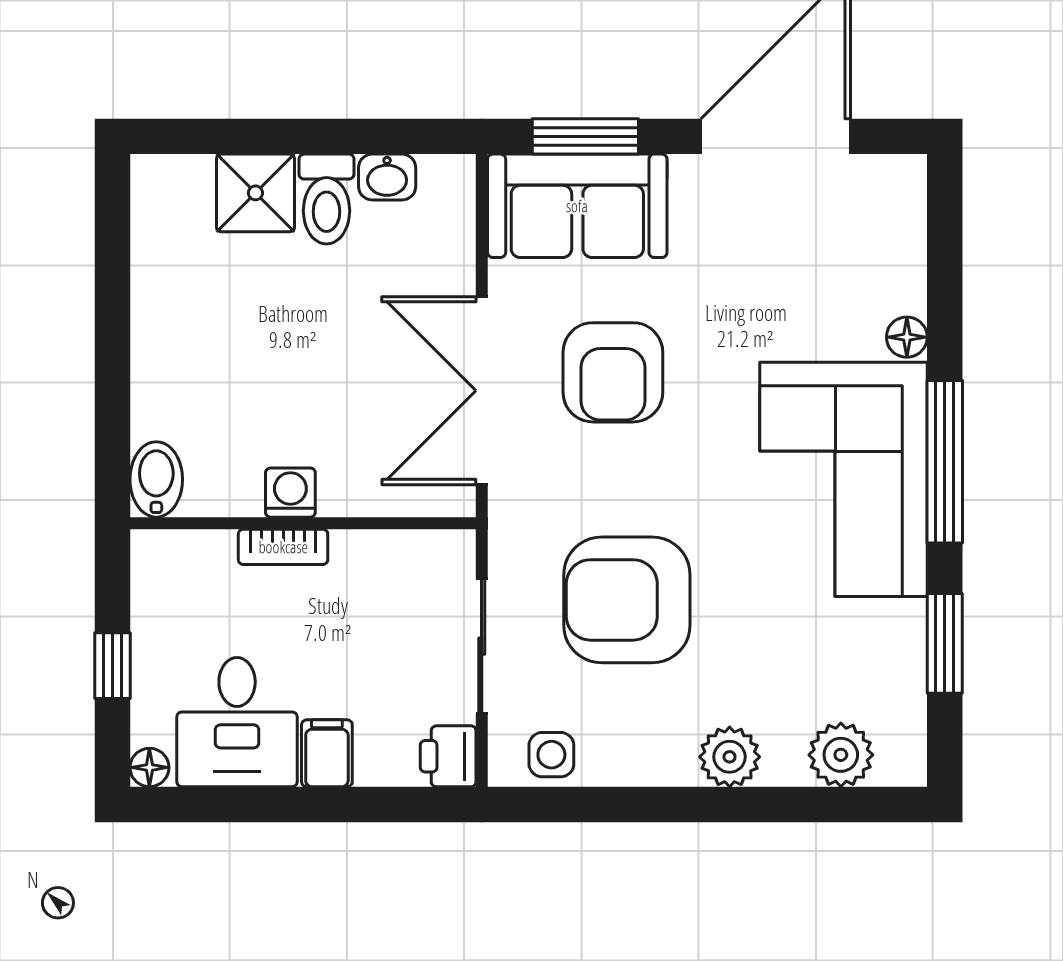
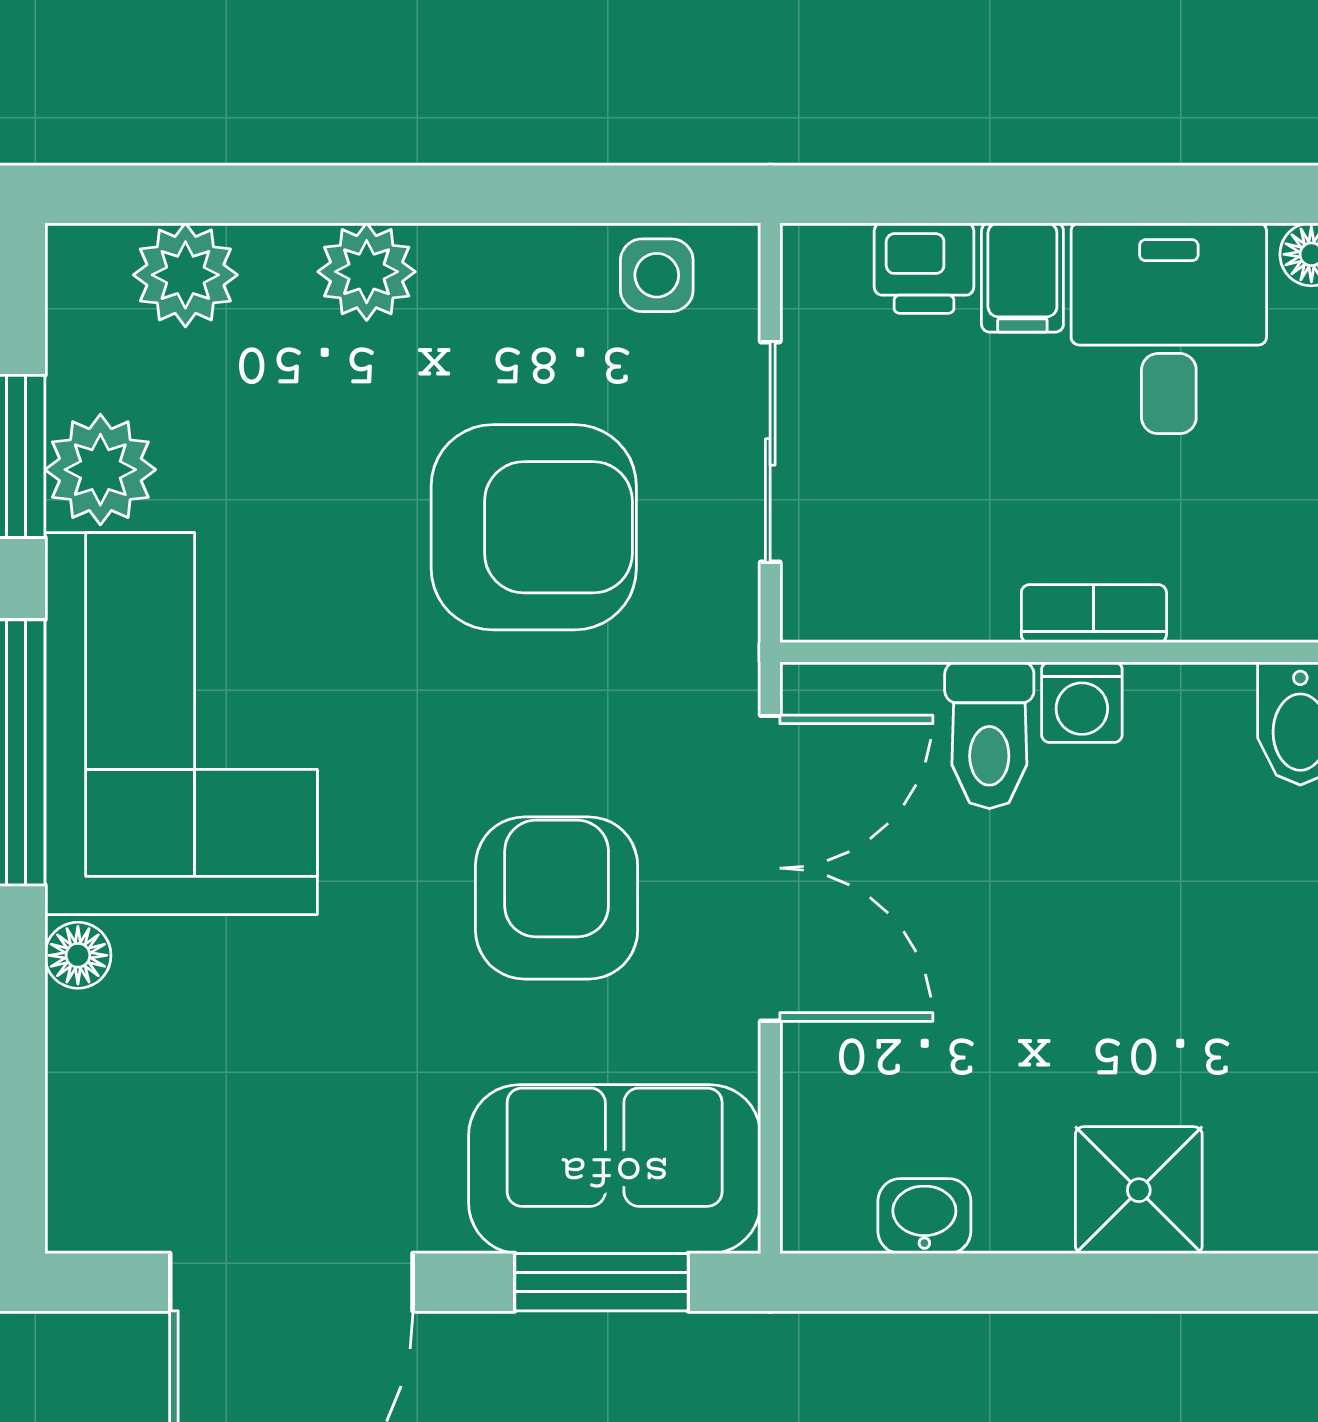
toilet: (326, 199) -> (989, 735), moved, turned 180
plant: (893, 635) -> (100, 470), added
printer: (448, 756) -> (924, 268), moved, turned 90

